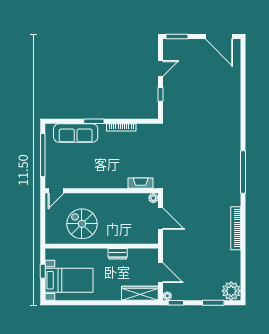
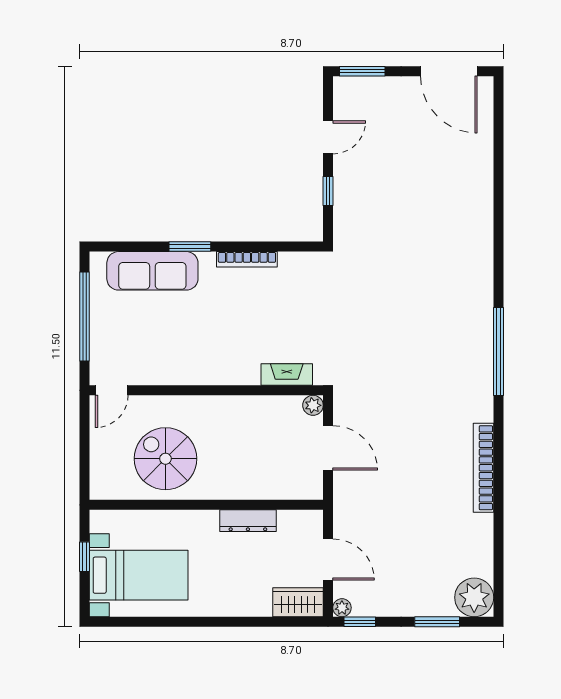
dresser: (118, 254) -> (248, 521), width x1.44
wardrobe: (140, 293) -> (298, 602), width x0.67

